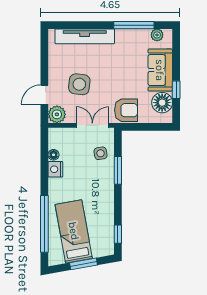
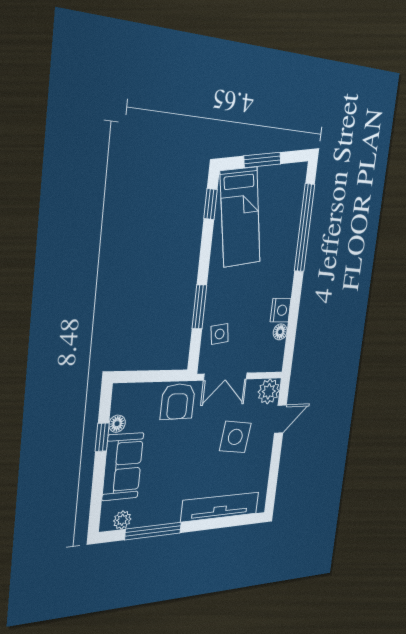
floor lamp: (162, 103) -> (117, 424), width x0.53, depth x0.53
armchair: (126, 110) -> (178, 401), turned -90
bed: (74, 231) -> (240, 217), moved

